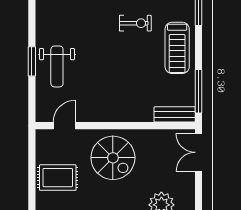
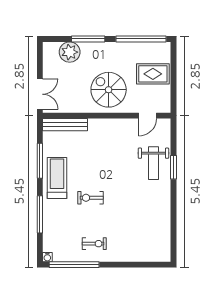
weight bench: (57, 66) -> (153, 163), turned 180
window: (198, 91) -> (40, 161), moved
bench: (175, 114) -> (65, 125), width x1.36

